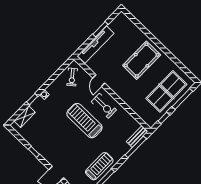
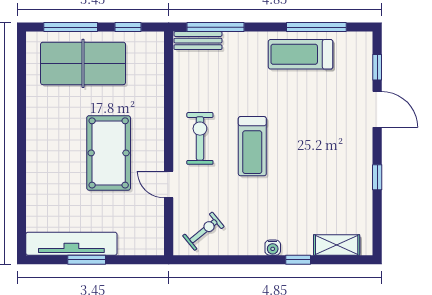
tv unit: (96, 45) -> (71, 244), moved
pool table: (142, 60) -> (109, 153), moved, turned 90
door: (99, 81) -> (169, 185), swing flipped
treadmill: (84, 121) -> (252, 146), width x0.73, depth x0.73

